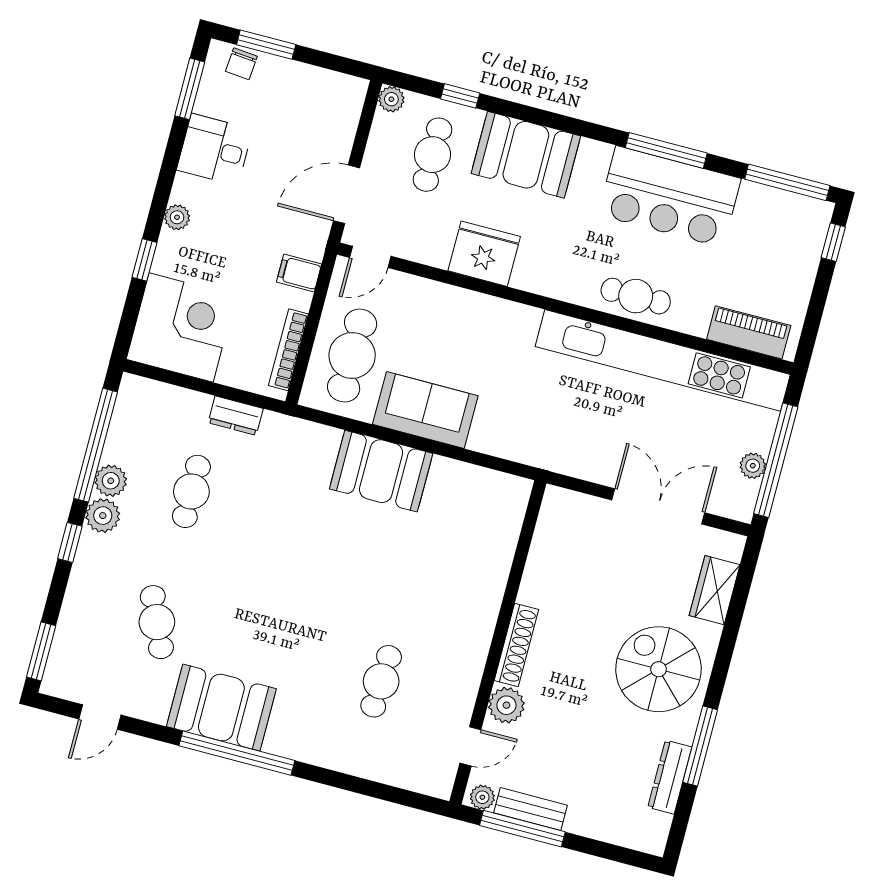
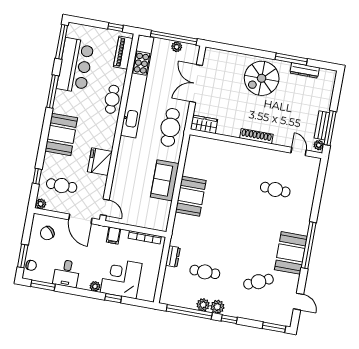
chair: (318, 110) -> (47, 233), added
booth: (526, 155) -> (61, 134), moved
bar counter: (669, 197) -> (75, 65), moved
window: (833, 242) -> (115, 27), moved
corner desk: (181, 327) -> (121, 278), moved
cafe table: (352, 355) -> (170, 127), moved, turned 90
wardrobe: (715, 590) -> (204, 124), moved, turned 180
plant: (506, 705) -> (281, 138), removed

